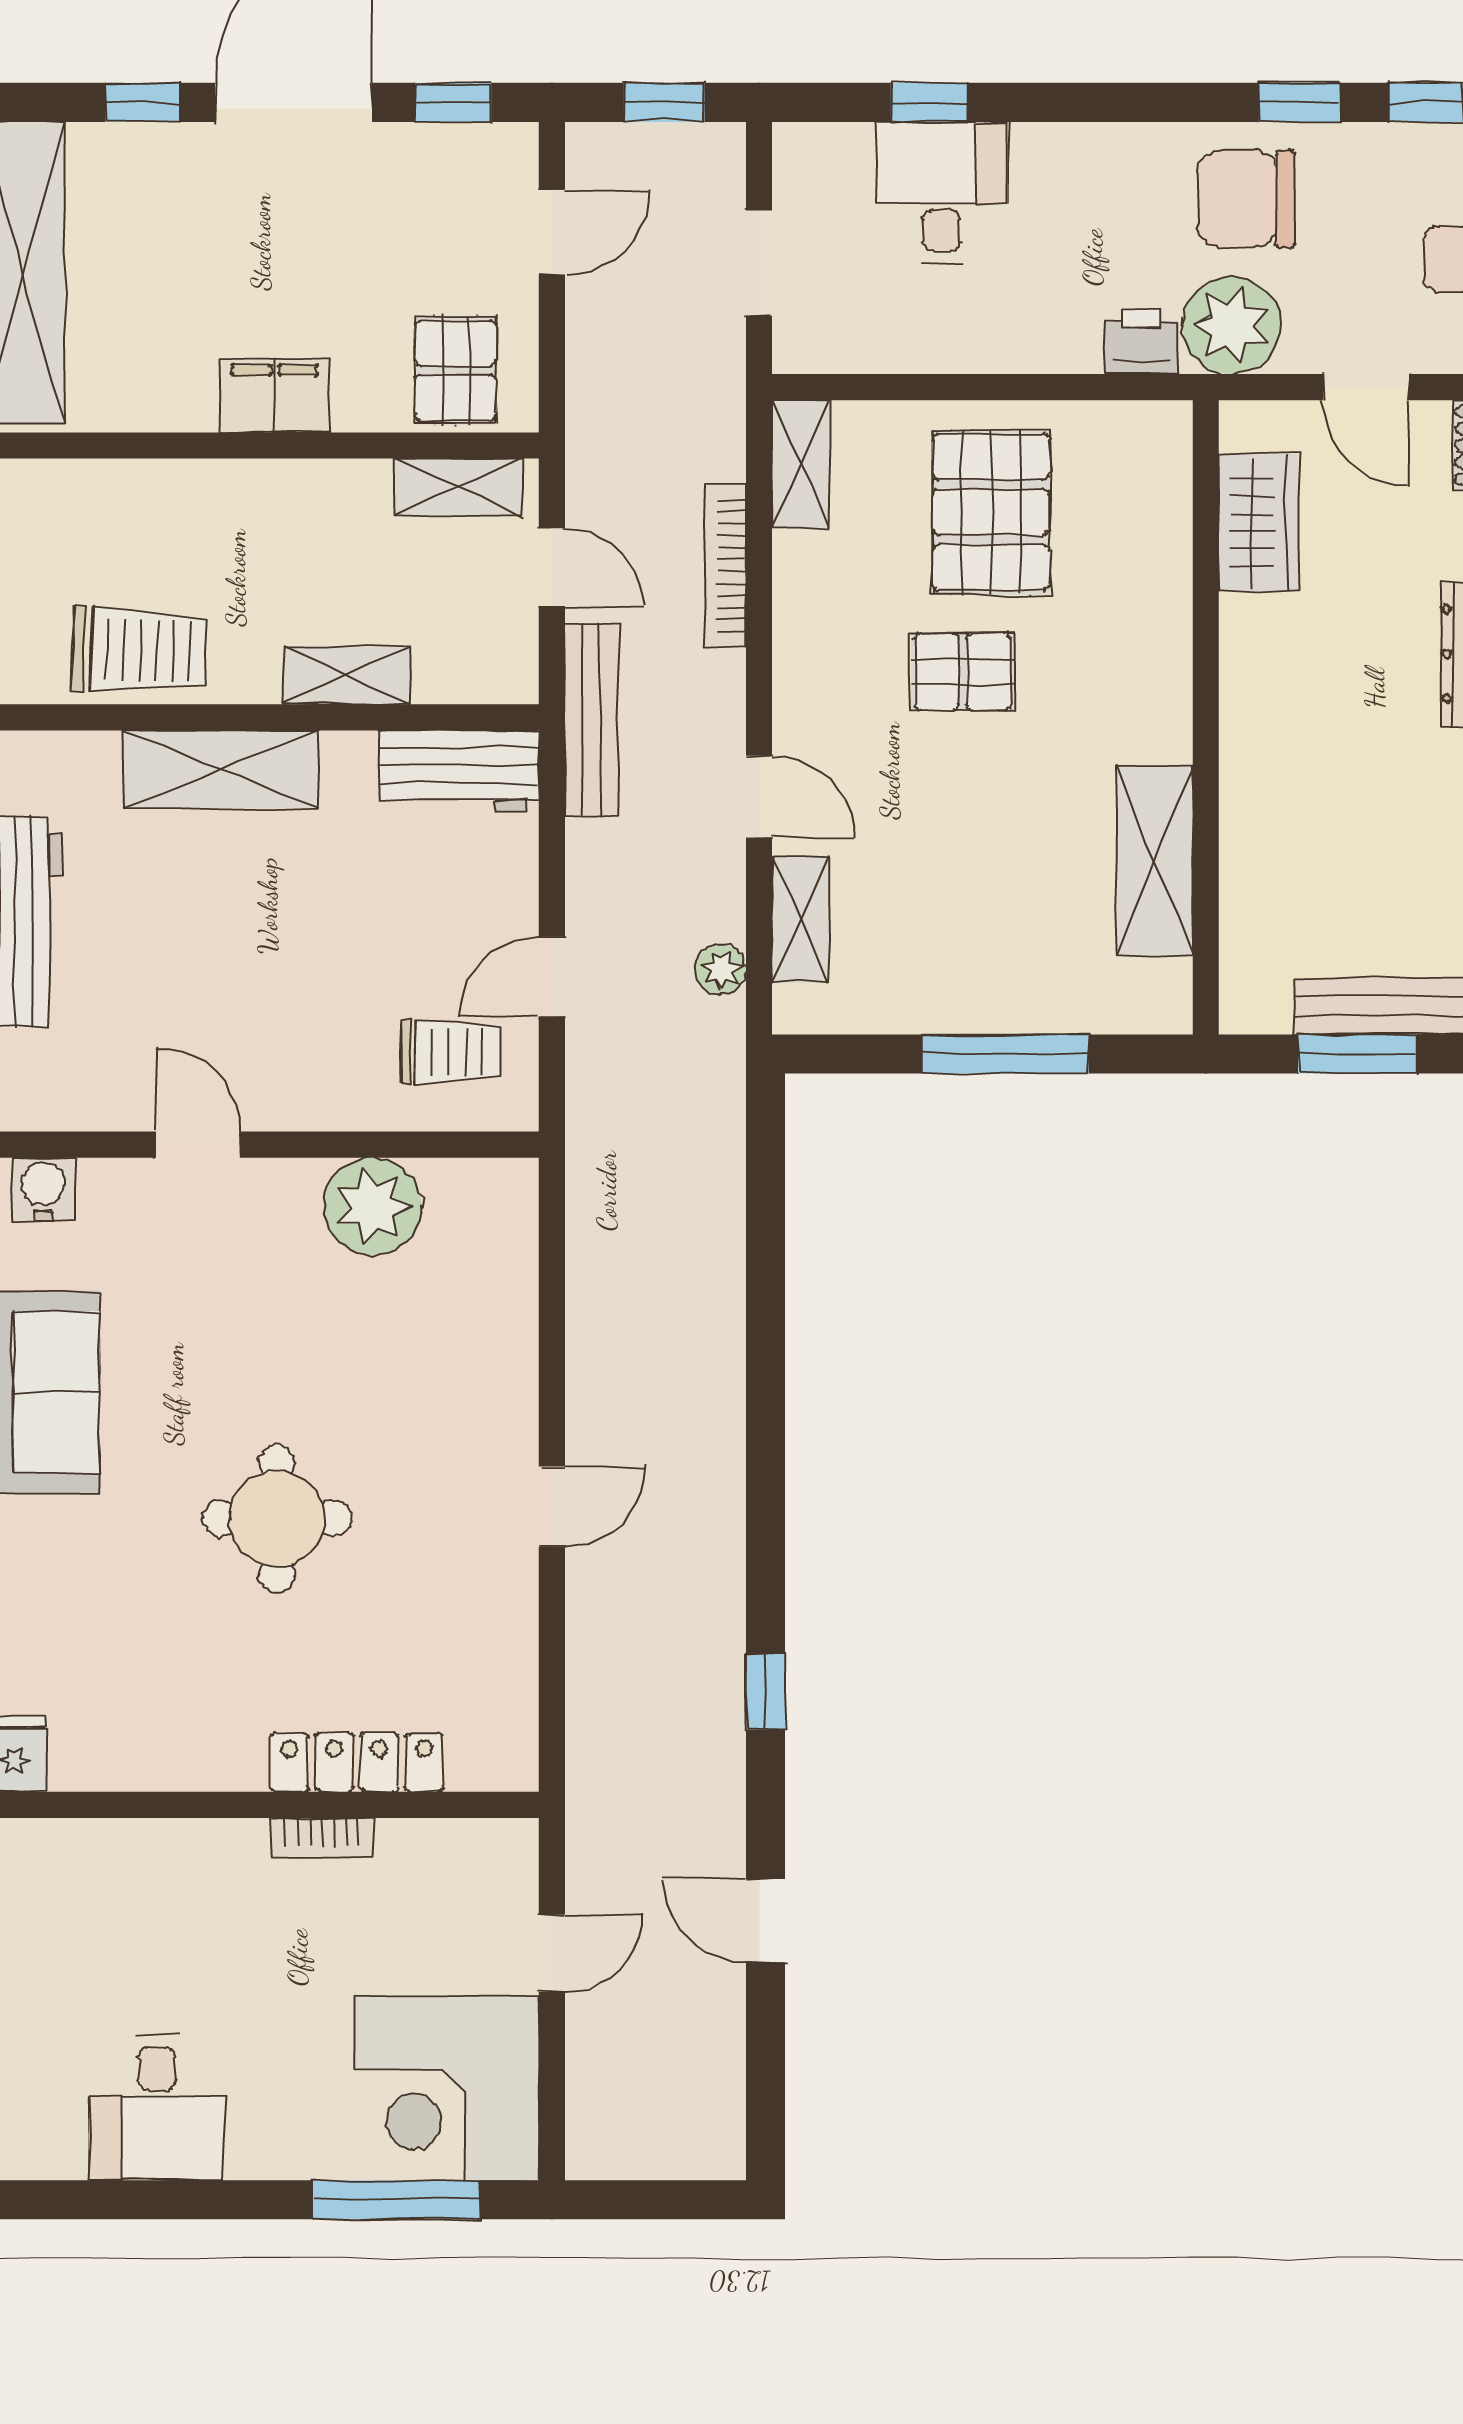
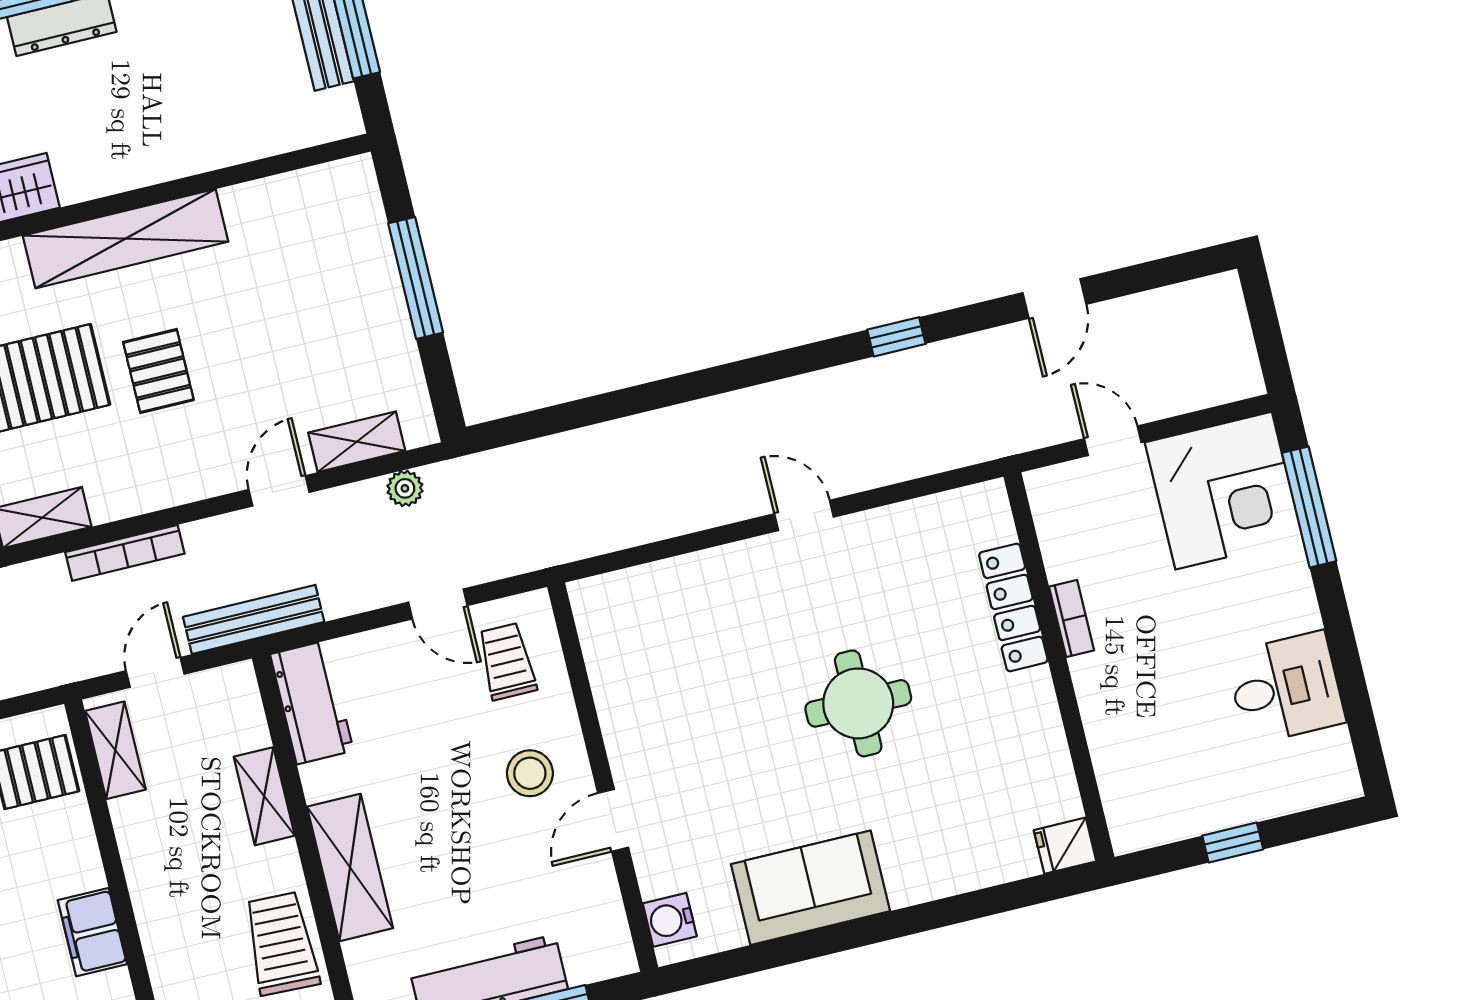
filing cabinet: (275, 396) -> (92, 932), moved
shelving: (1155, 860) -> (126, 239), moved, width x1.47
stool: (290, 1046) -> (530, 773), added
plant: (373, 1206) -> (627, 689), removed

